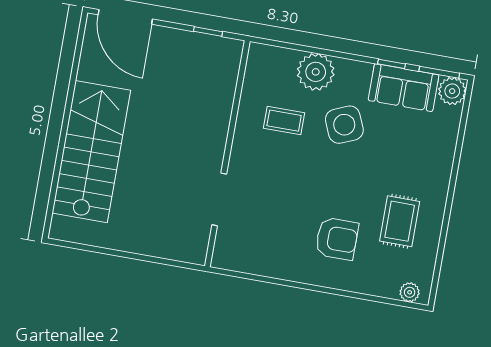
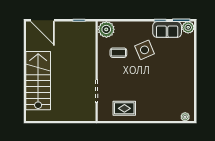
plant: (316, 72) -> (106, 29), moved
rug: (400, 221) -> (124, 108), moved, turned 90
armchair: (337, 239) -> (150, 99), removed

